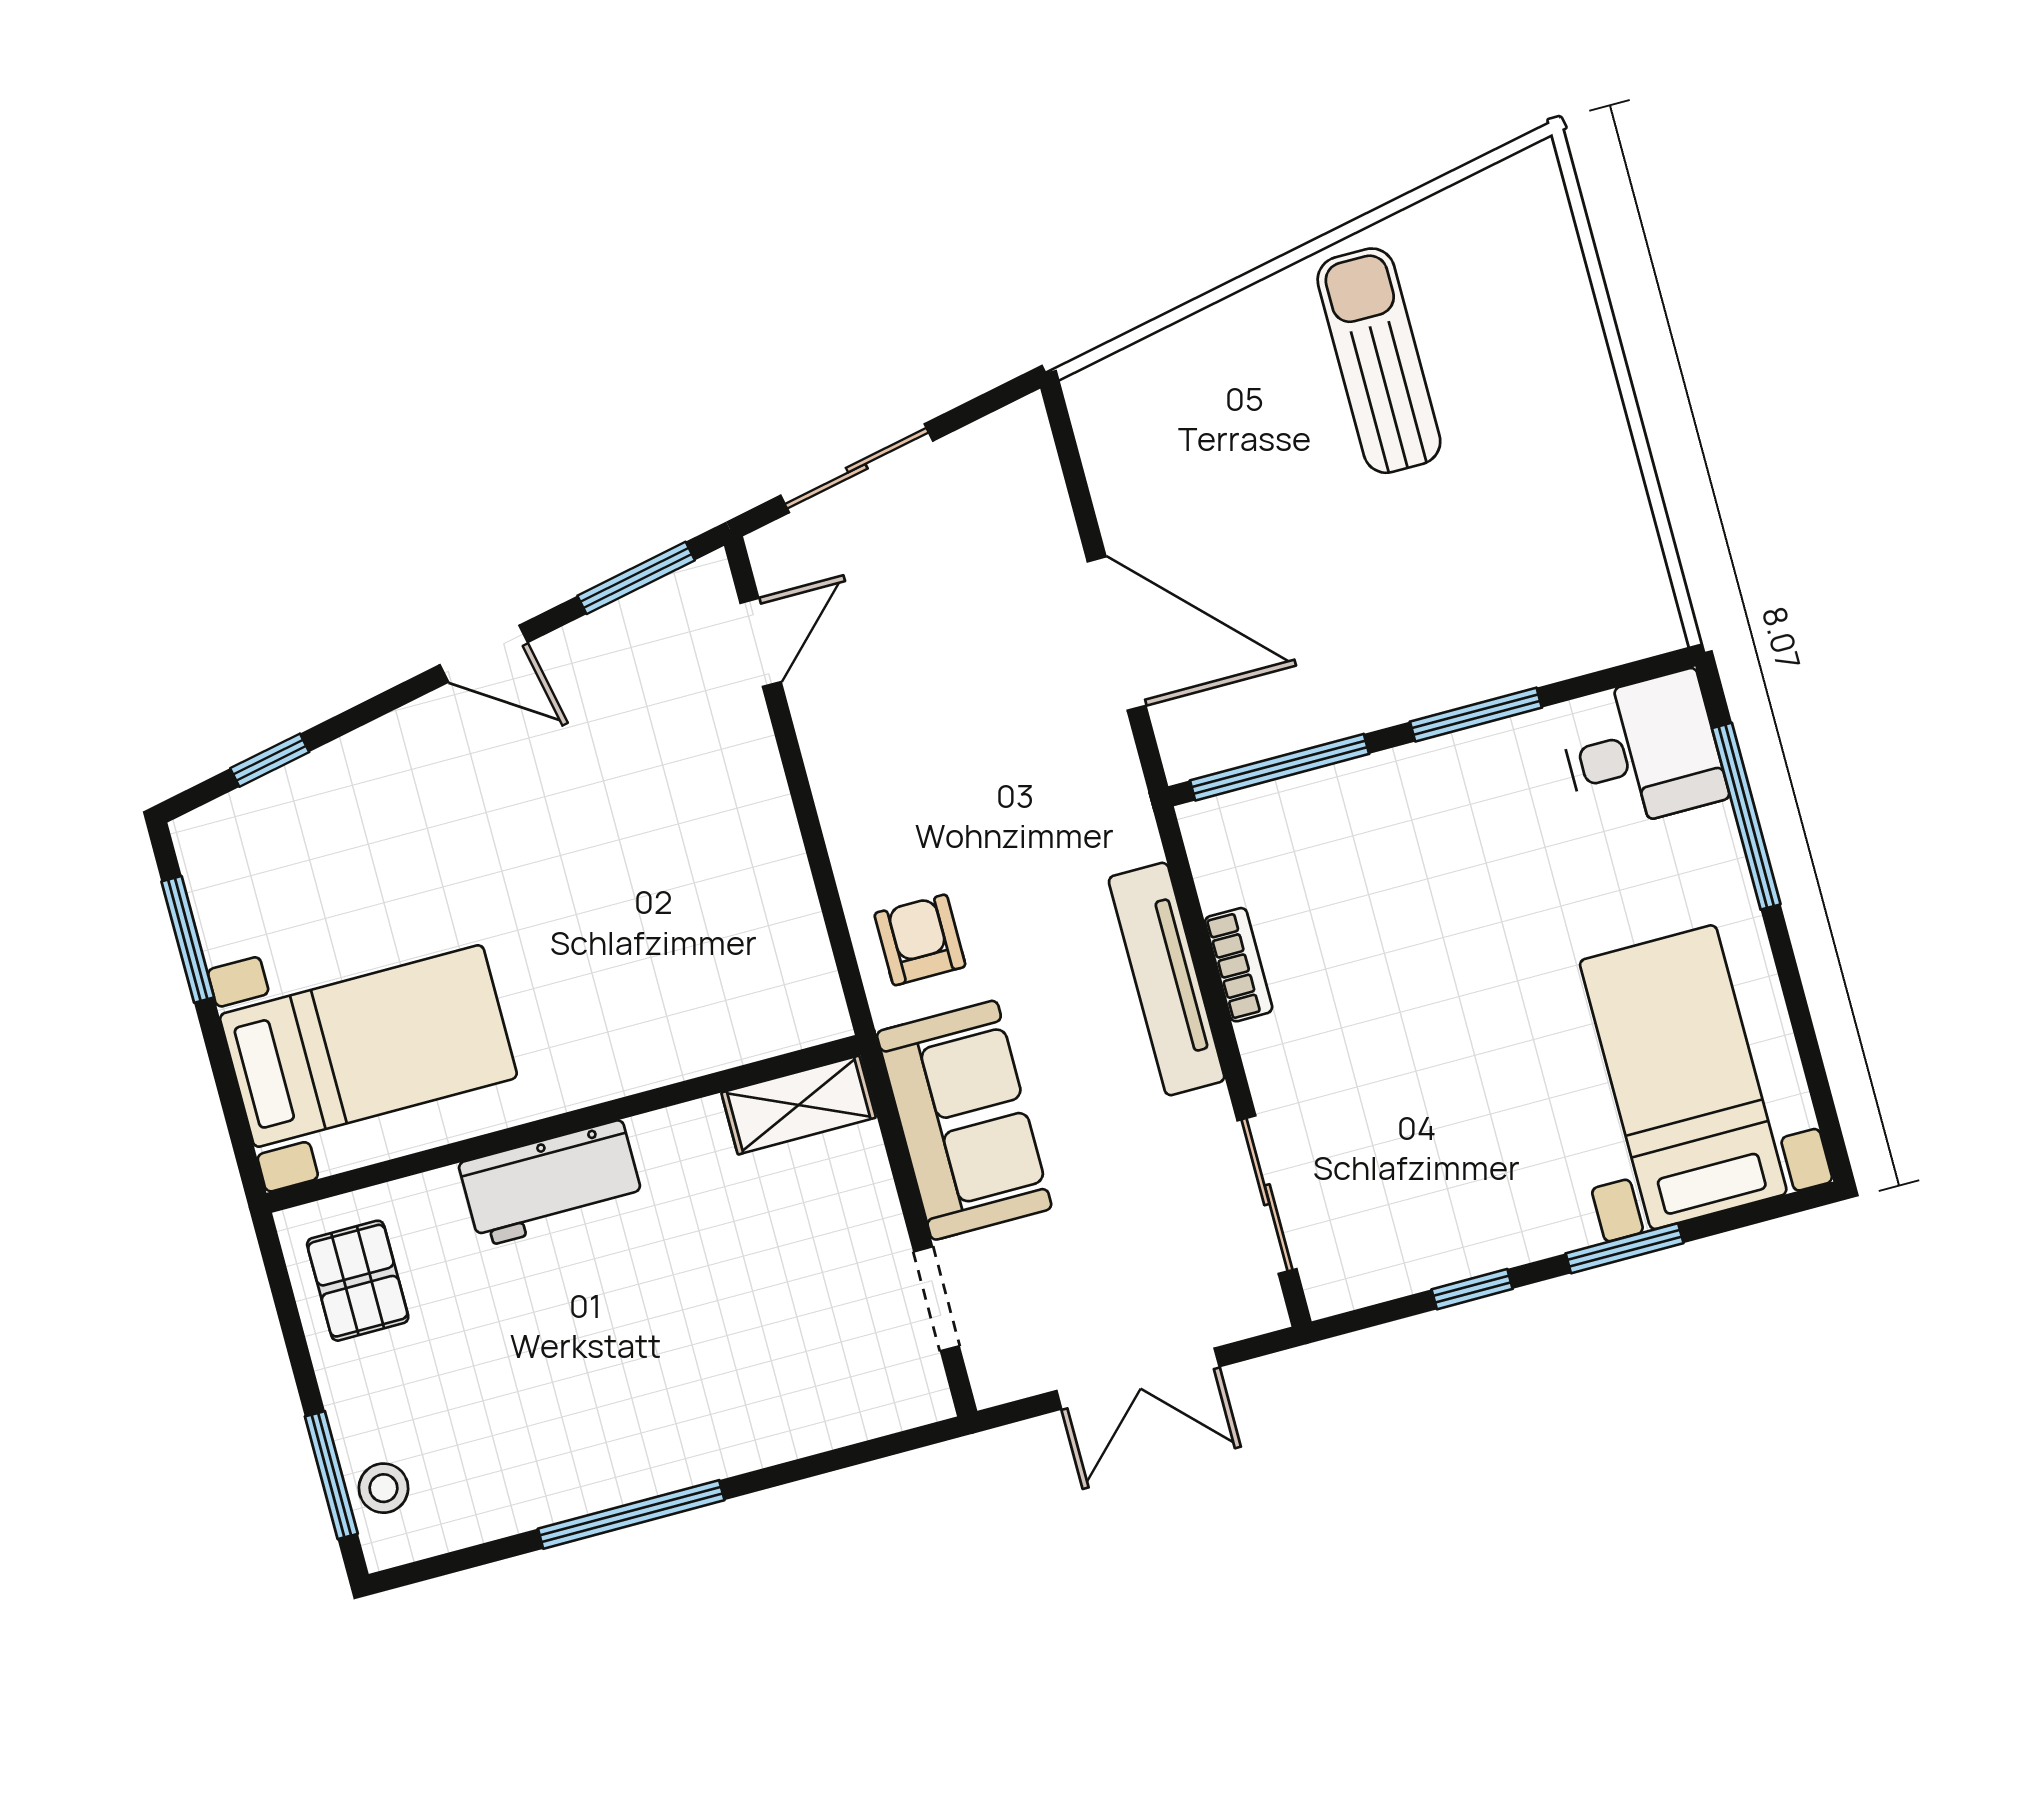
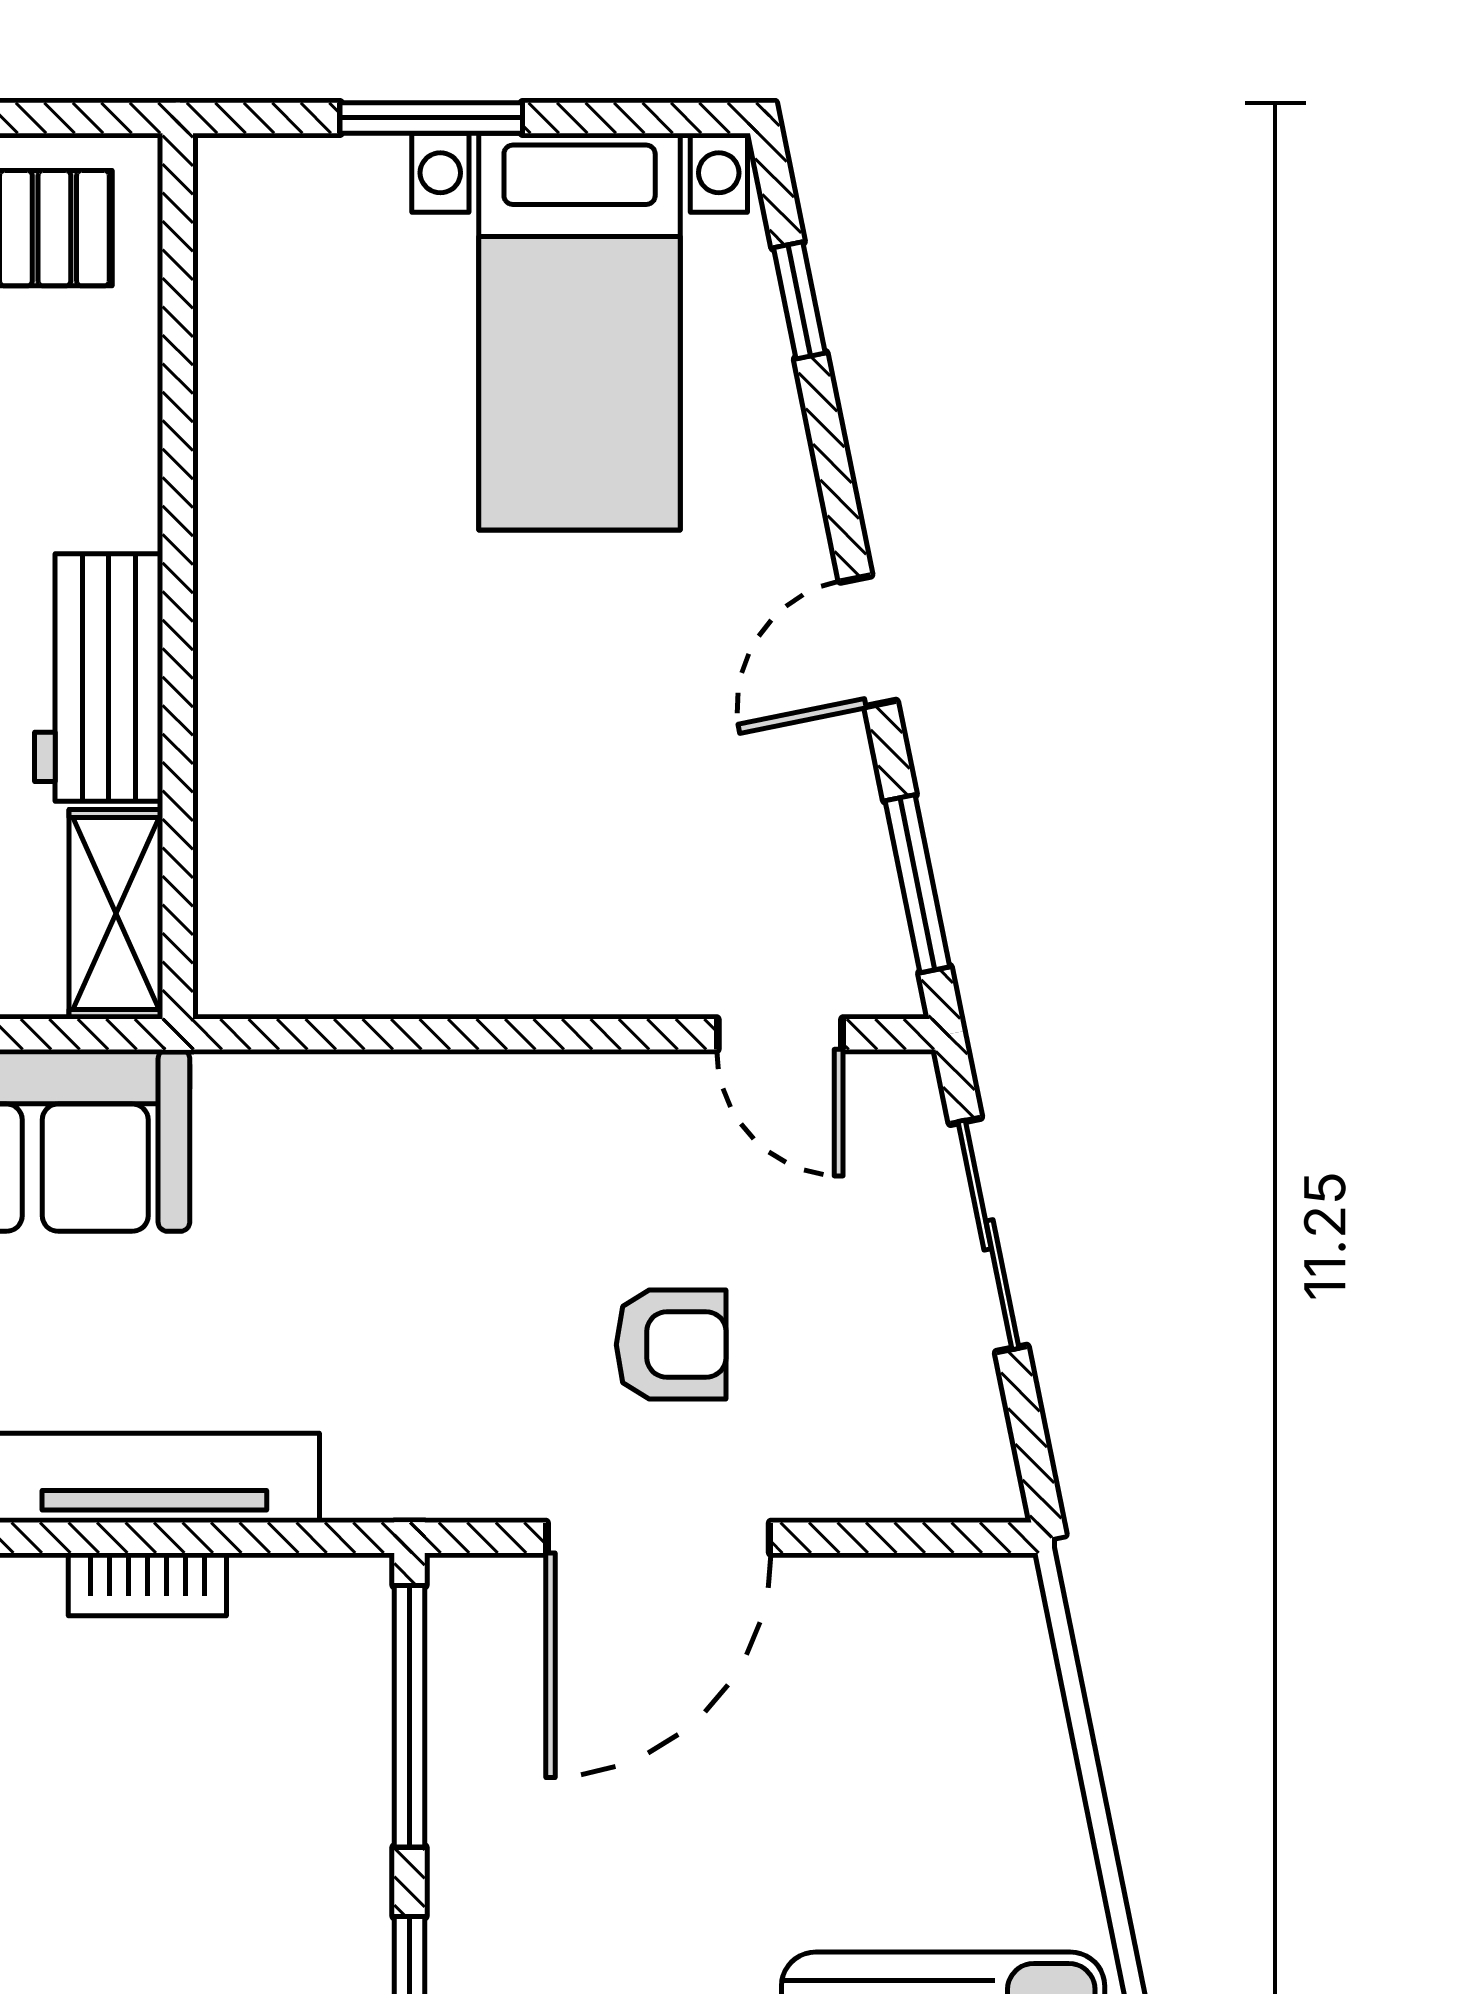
window: (188, 939) -> (431, 118), moved
armchair: (920, 940) -> (671, 1345), moved
bed with nightstands: (368, 1046) -> (580, 332), moved
workbench: (551, 1184) -> (99, 678), moved

